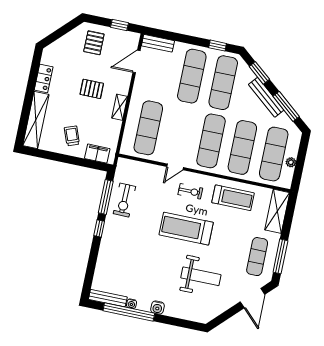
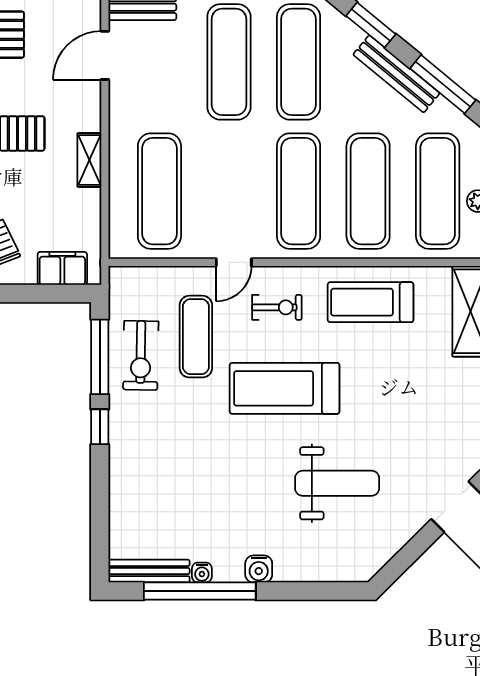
treadmill: (233, 198) -> (371, 302), turned 180
exercise mat: (257, 257) -> (196, 337), moved

